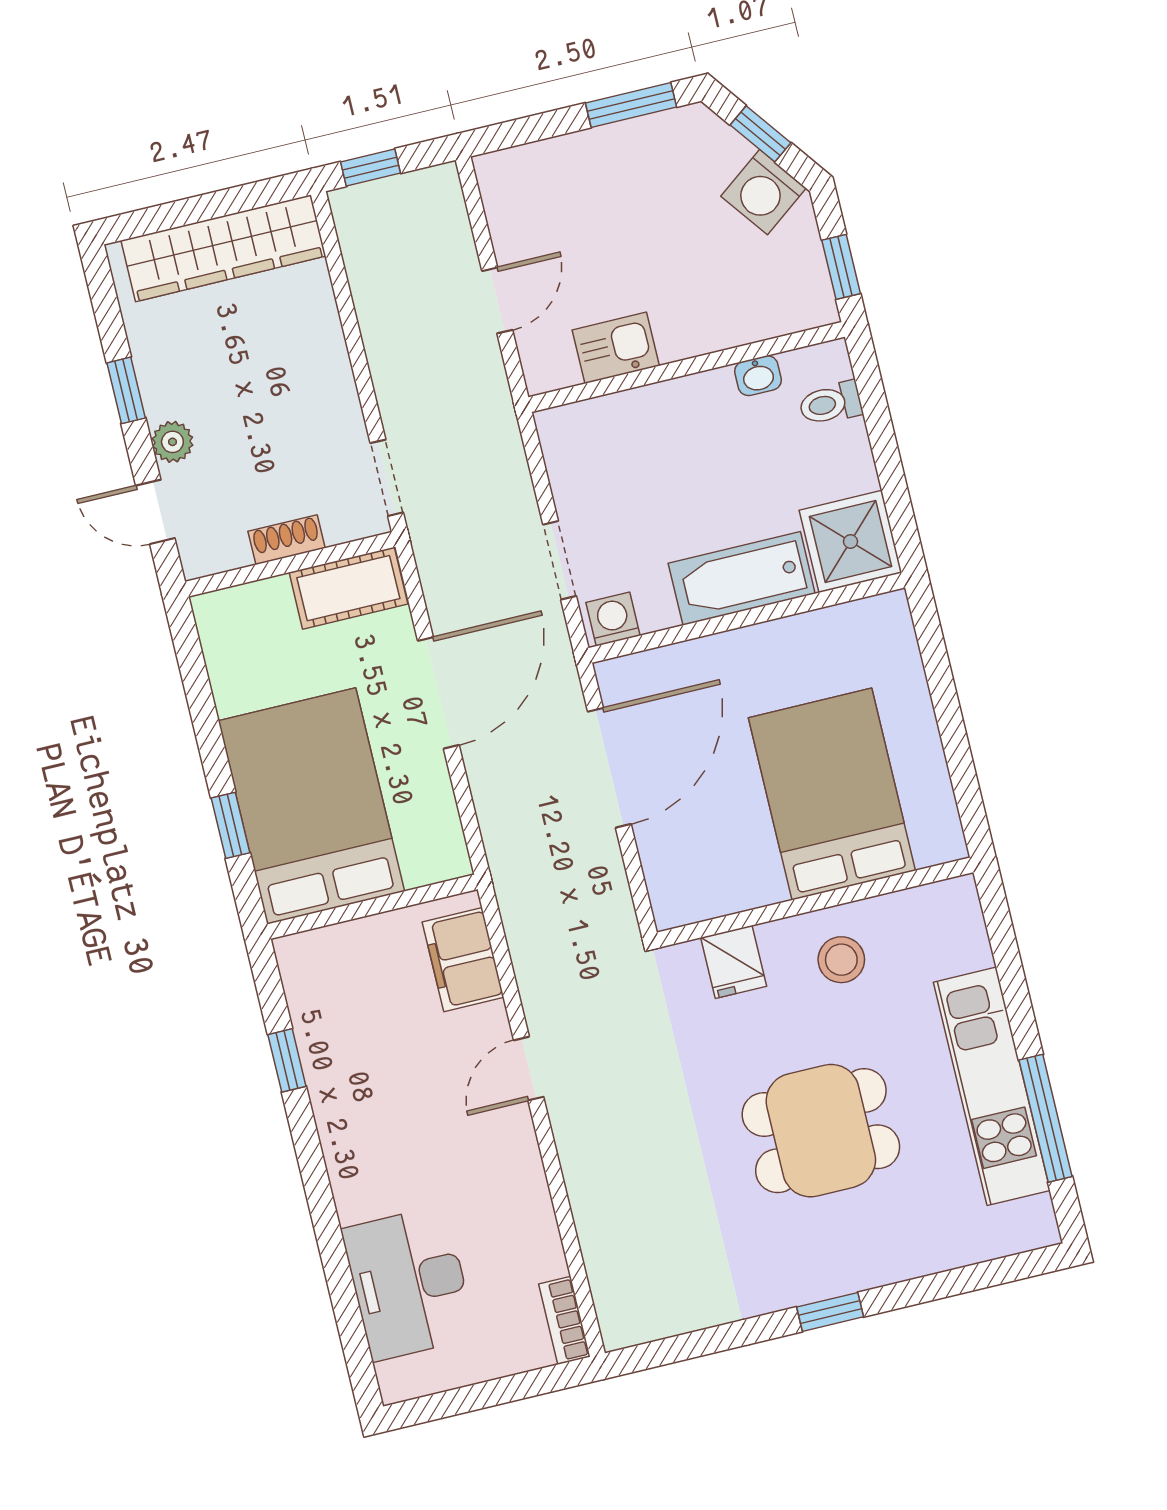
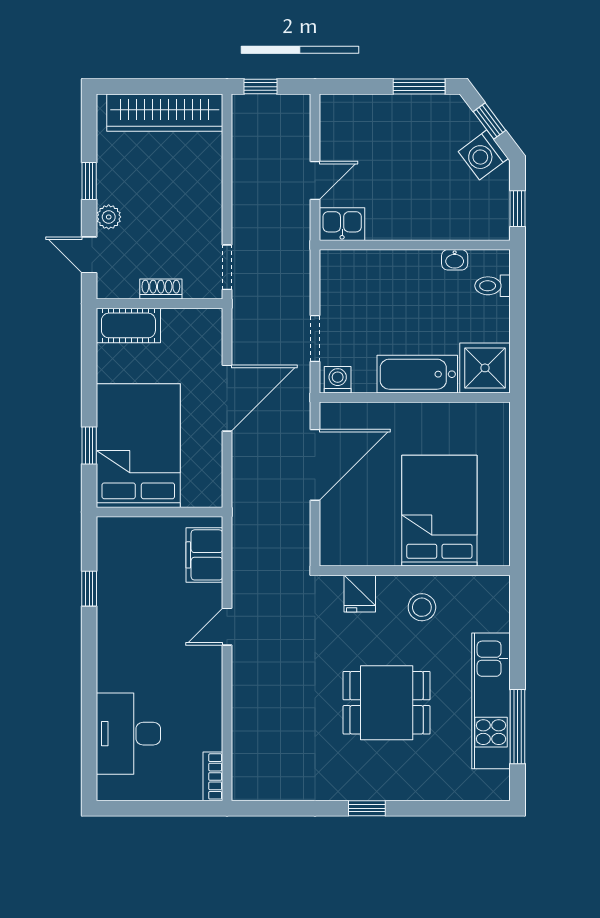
kitchen sink: (616, 348) -> (342, 224), moved
cot: (348, 588) -> (128, 325), moved

